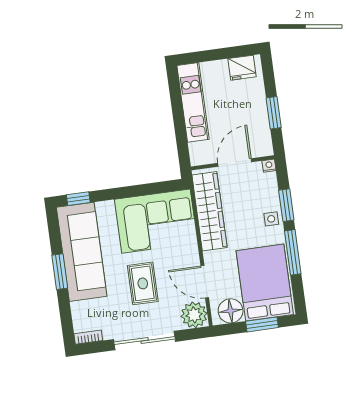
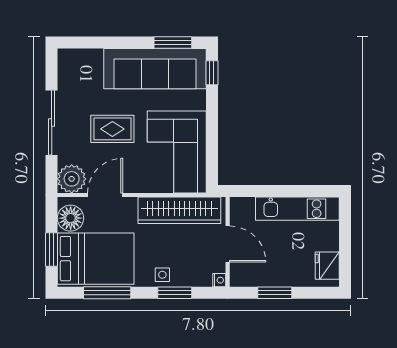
window: (293, 252) -> (107, 293), moved
window: (60, 272) -> (173, 42), moved
bookcase: (88, 337) -> (63, 63), removed

